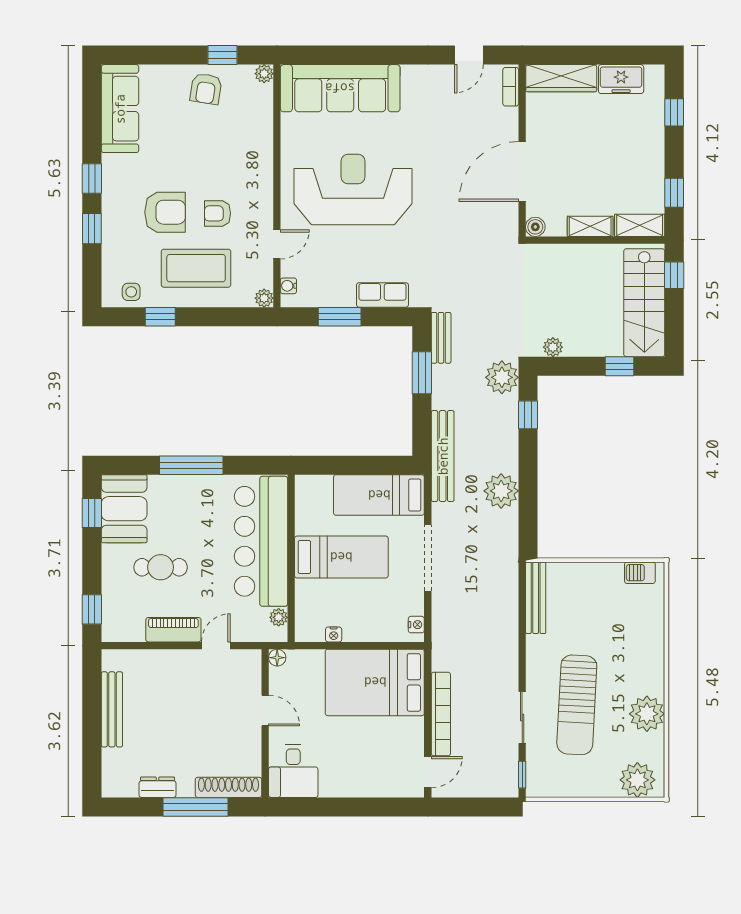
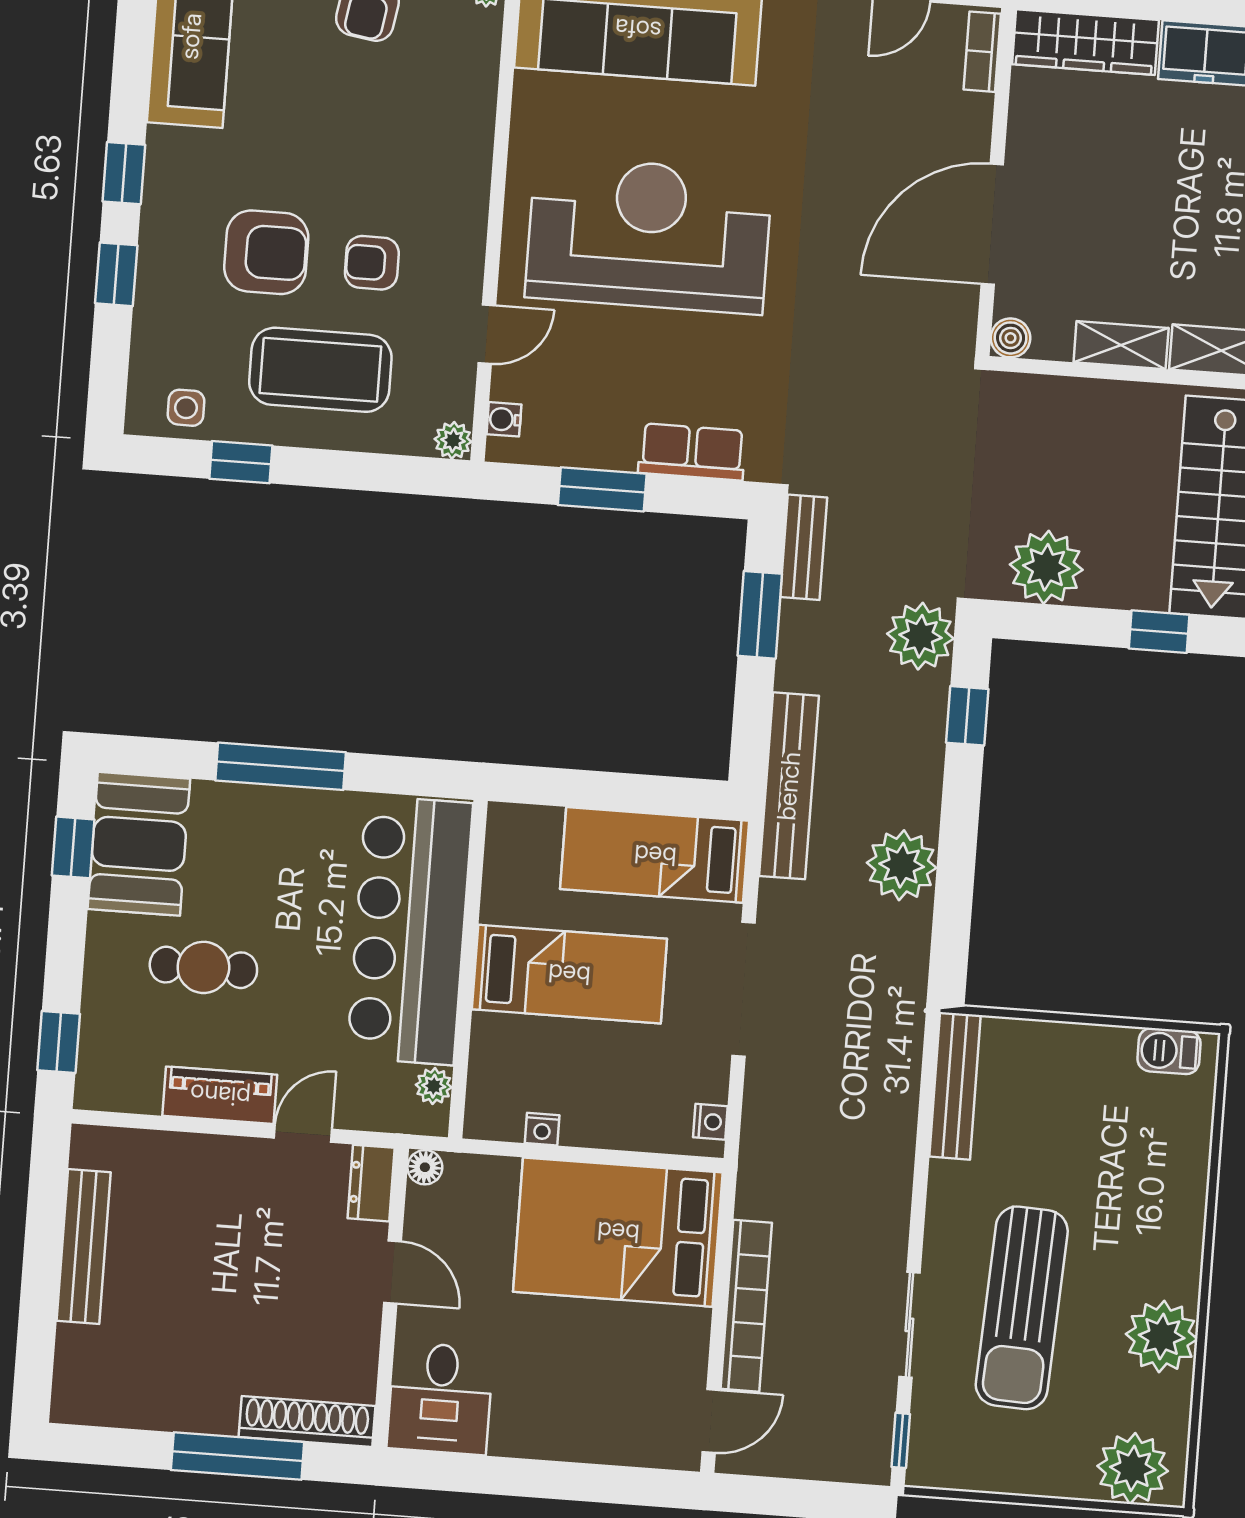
plant: (553, 347) -> (1046, 567), width x1.87, depth x1.87
dresser: (158, 787) -> (371, 1183), moved, turned -90

